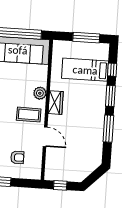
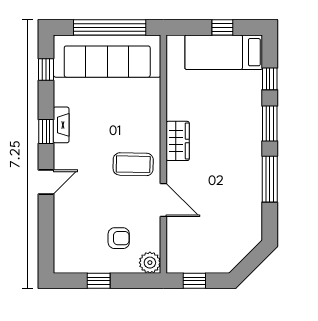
window: (86, 38) -> (222, 27), width x0.46
bed: (85, 70) -> (224, 52), moved
plant: (40, 93) -> (150, 263), moved

